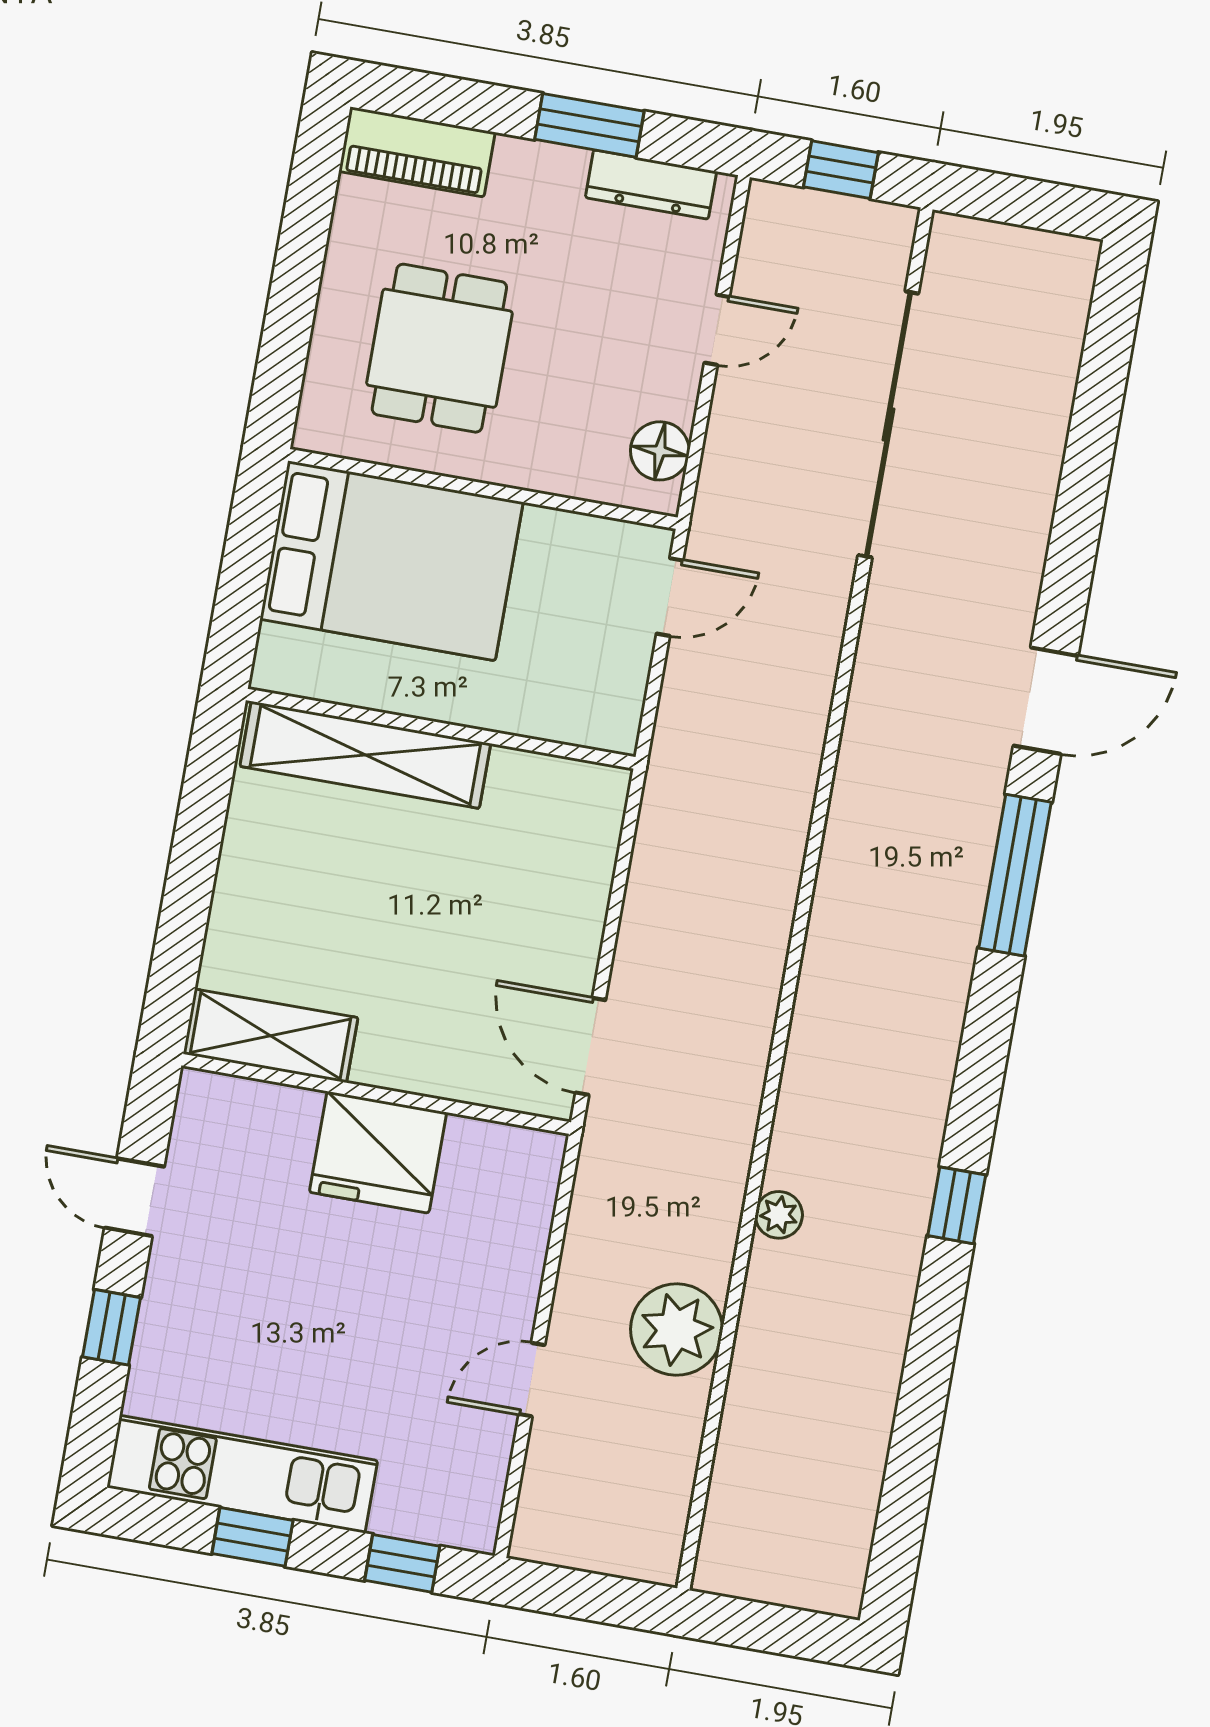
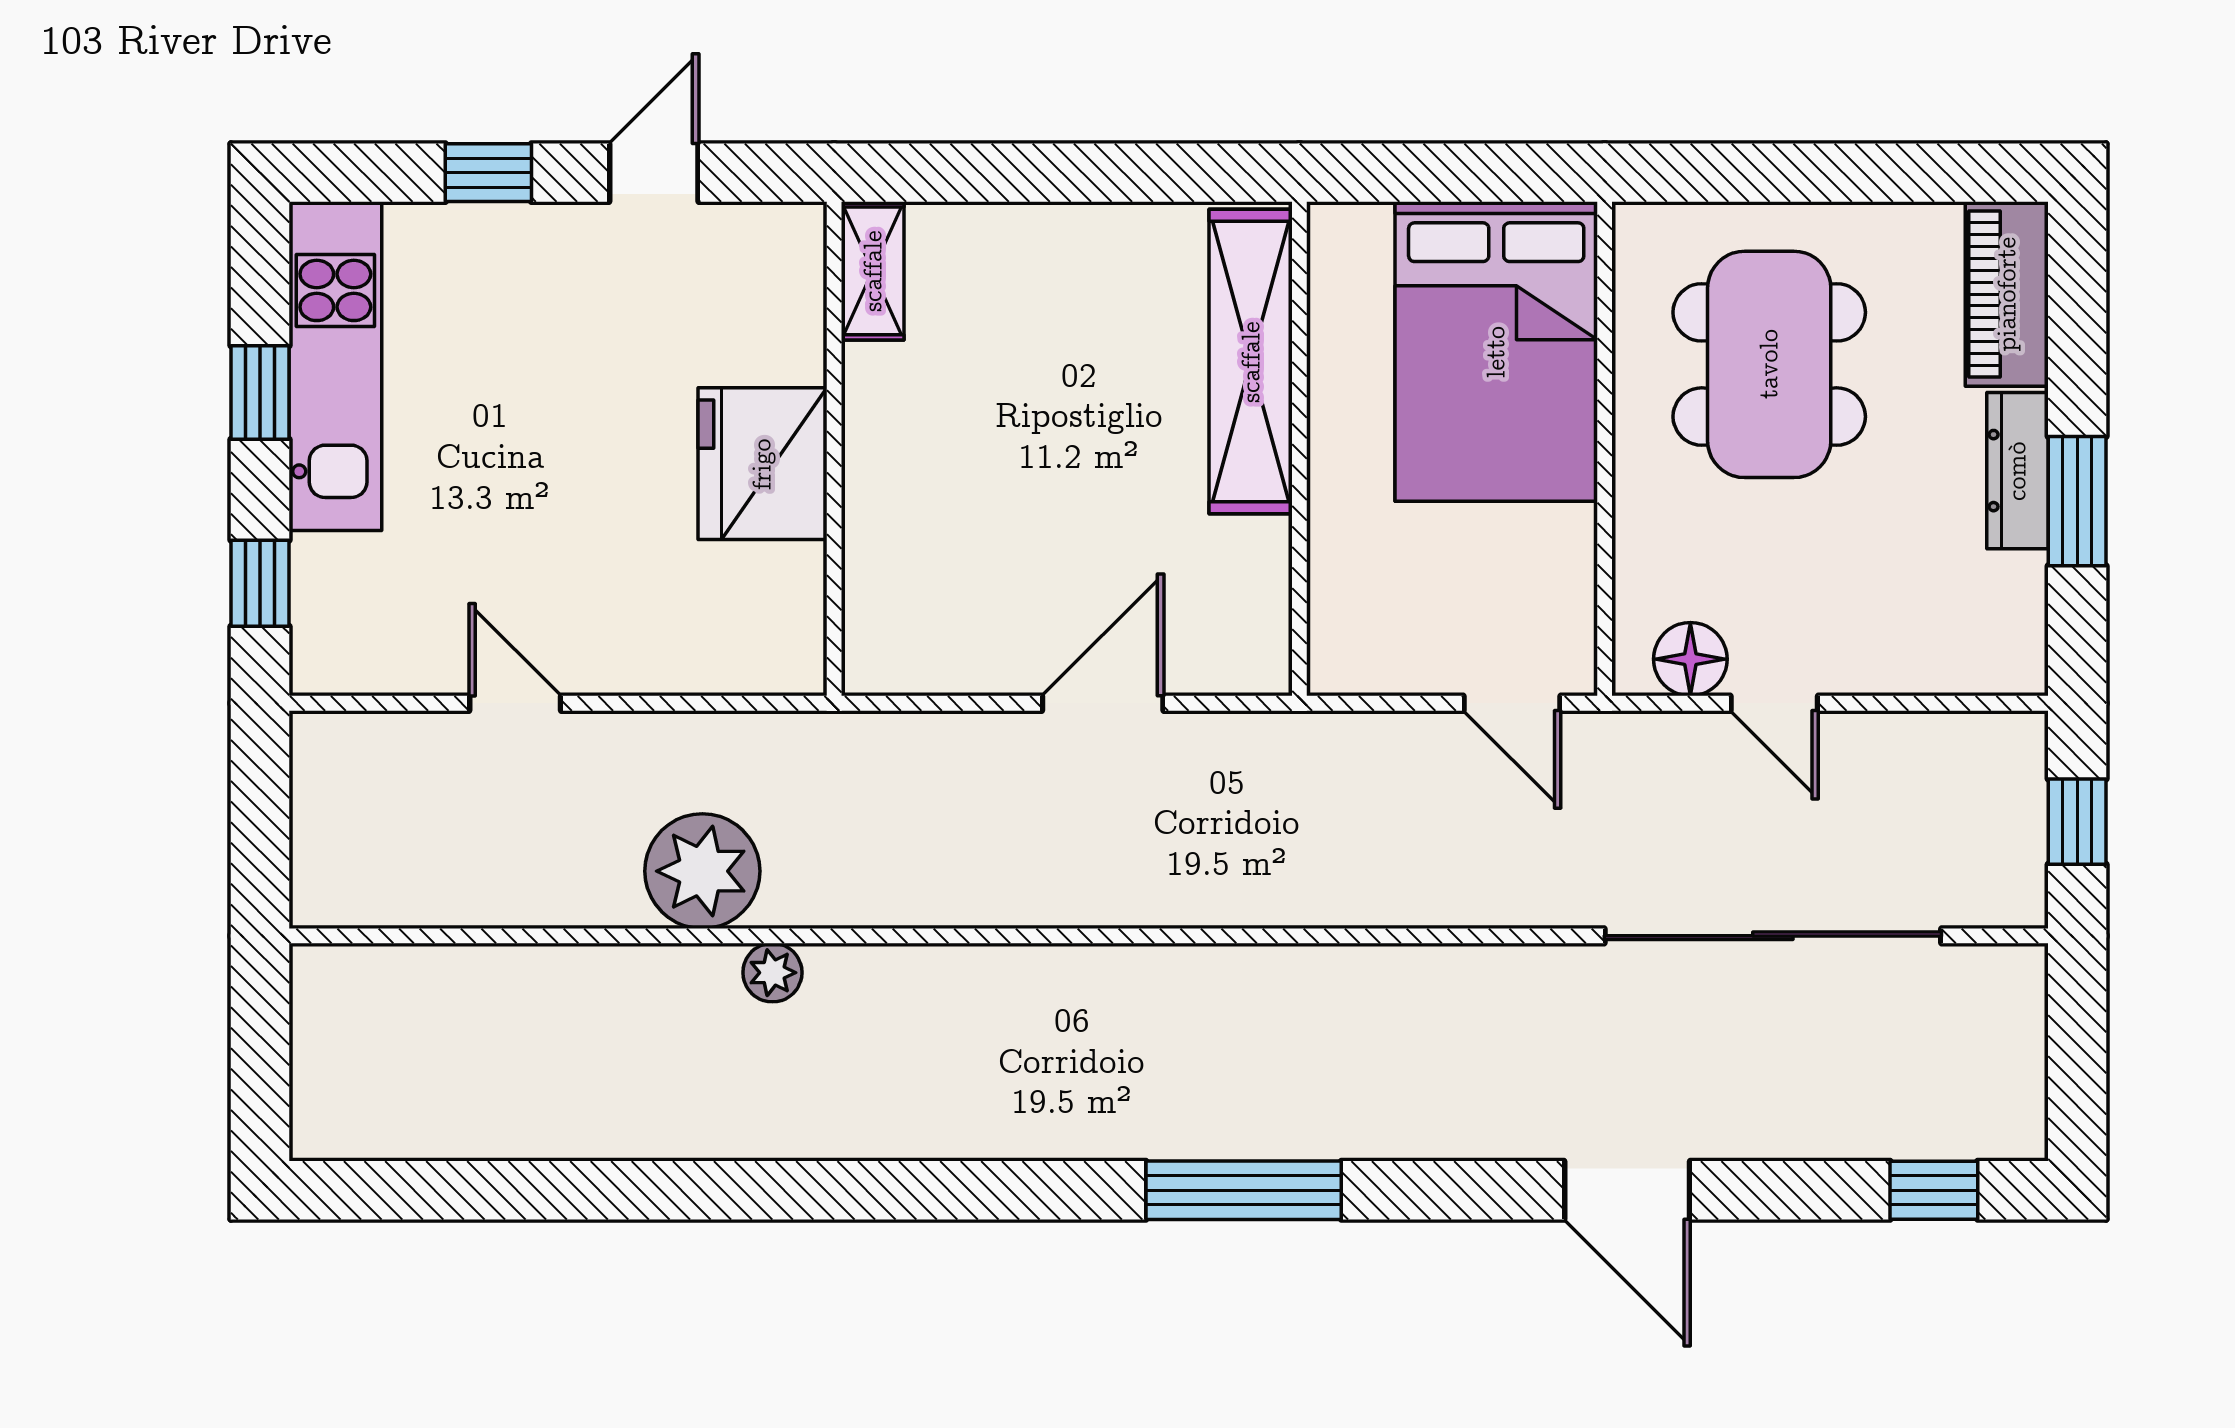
dresser: (651, 185) -> (2017, 471), moved
door: (717, 330) -> (1774, 703), moved
dining table: (439, 348) -> (1769, 364), width x1.38
door: (1046, 701) -> (1627, 1190), moved
shelving: (271, 1036) -> (873, 271), width x0.67, depth x0.75
door: (591, 1046) -> (1103, 703), moved
window: (957, 1205) -> (1934, 1190), moved
plant: (676, 1330) -> (702, 871), moved

